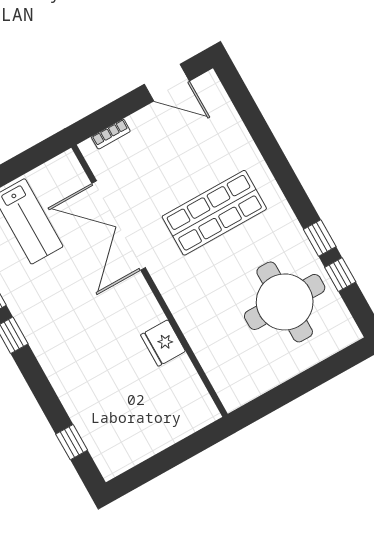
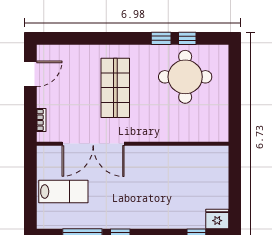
fridge: (163, 343) -> (217, 219), moved, turned 180

